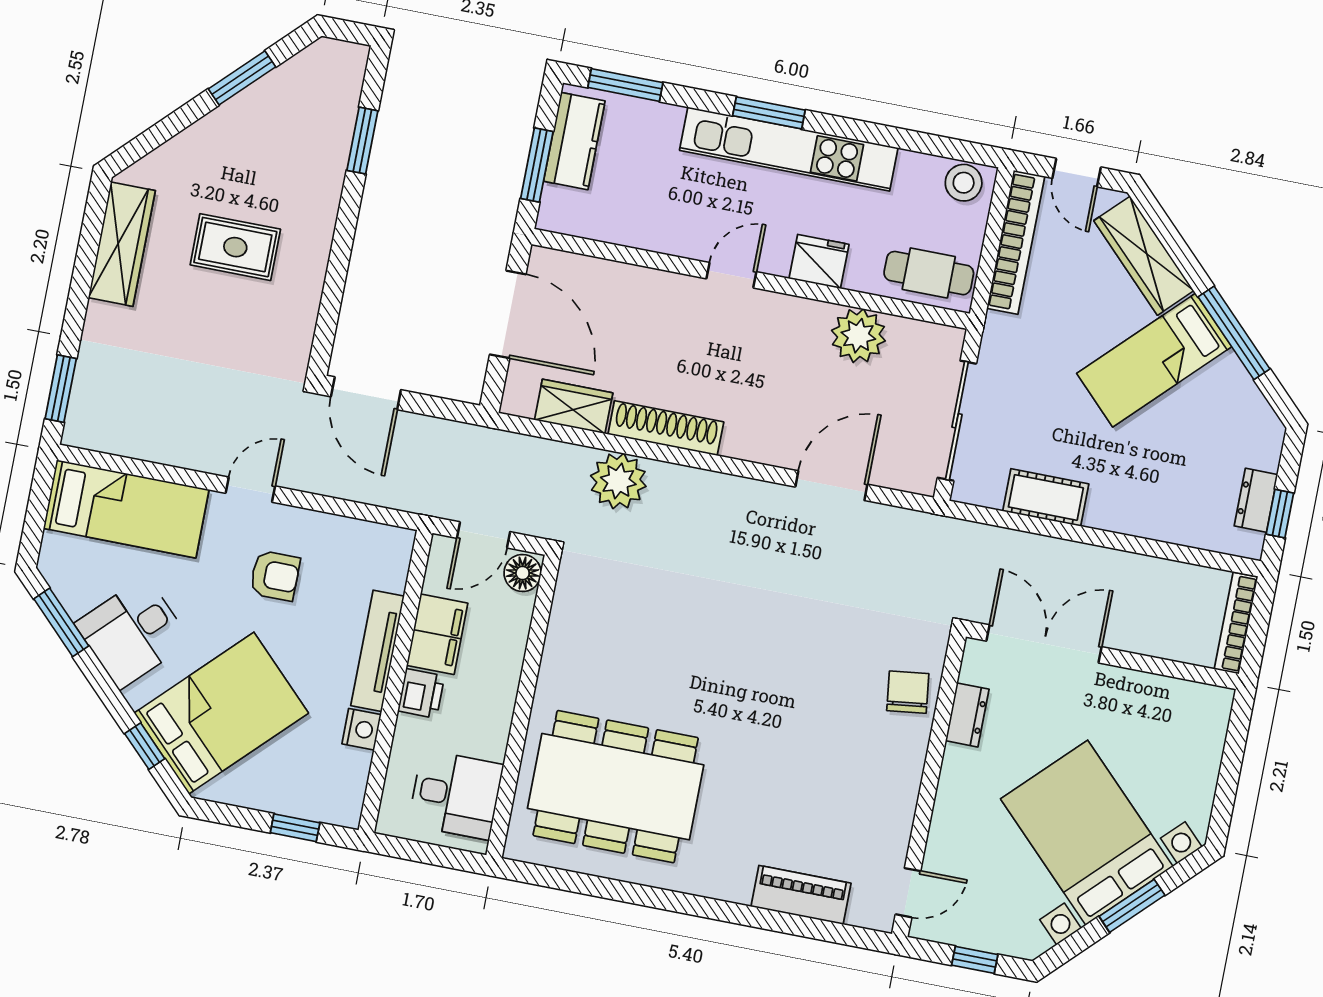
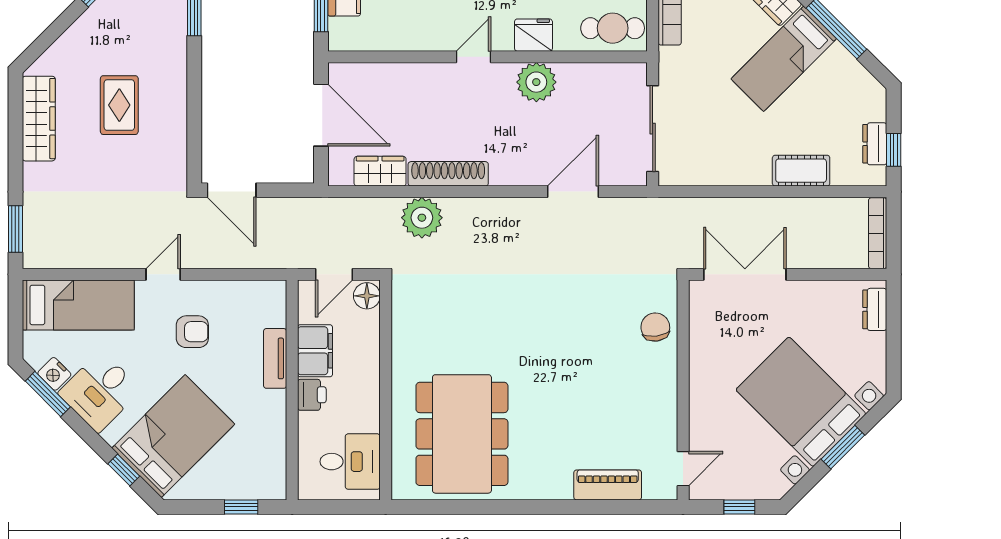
rug: (235, 247) -> (119, 105), turned 90
plant: (858, 336) -> (536, 82), moved
cot: (1046, 497) -> (801, 171), moved
tv unit: (377, 651) -> (275, 358), width x0.71
dresser: (967, 715) -> (875, 309), moved, turned 180
nightstand: (362, 729) -> (54, 374), moved, turned 135
dining table: (616, 787) -> (462, 434), turned 90

